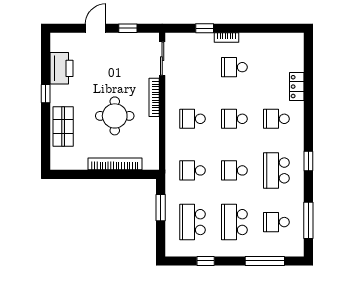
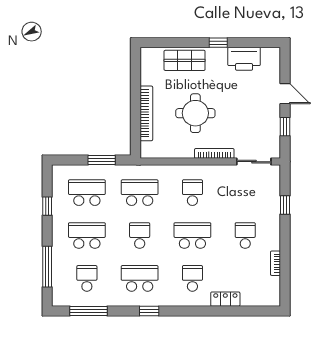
bookcase: (226, 38) -> (275, 263), moved
school desk: (234, 119) -> (192, 235), width x1.85
school desk: (192, 170) -> (140, 193), width x1.85

